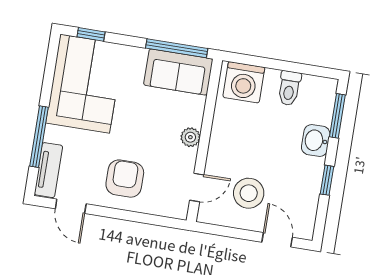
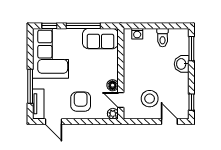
window: (177, 48) -> (83, 26), moved
washing machine: (244, 82) -> (137, 34), width x0.53, depth x0.53
plant: (190, 137) -> (113, 114), moved
floor lamp: (186, 159) -> (113, 85), added
window: (327, 180) -> (191, 102), moved
door: (197, 187) -> (121, 100), swing flipped

